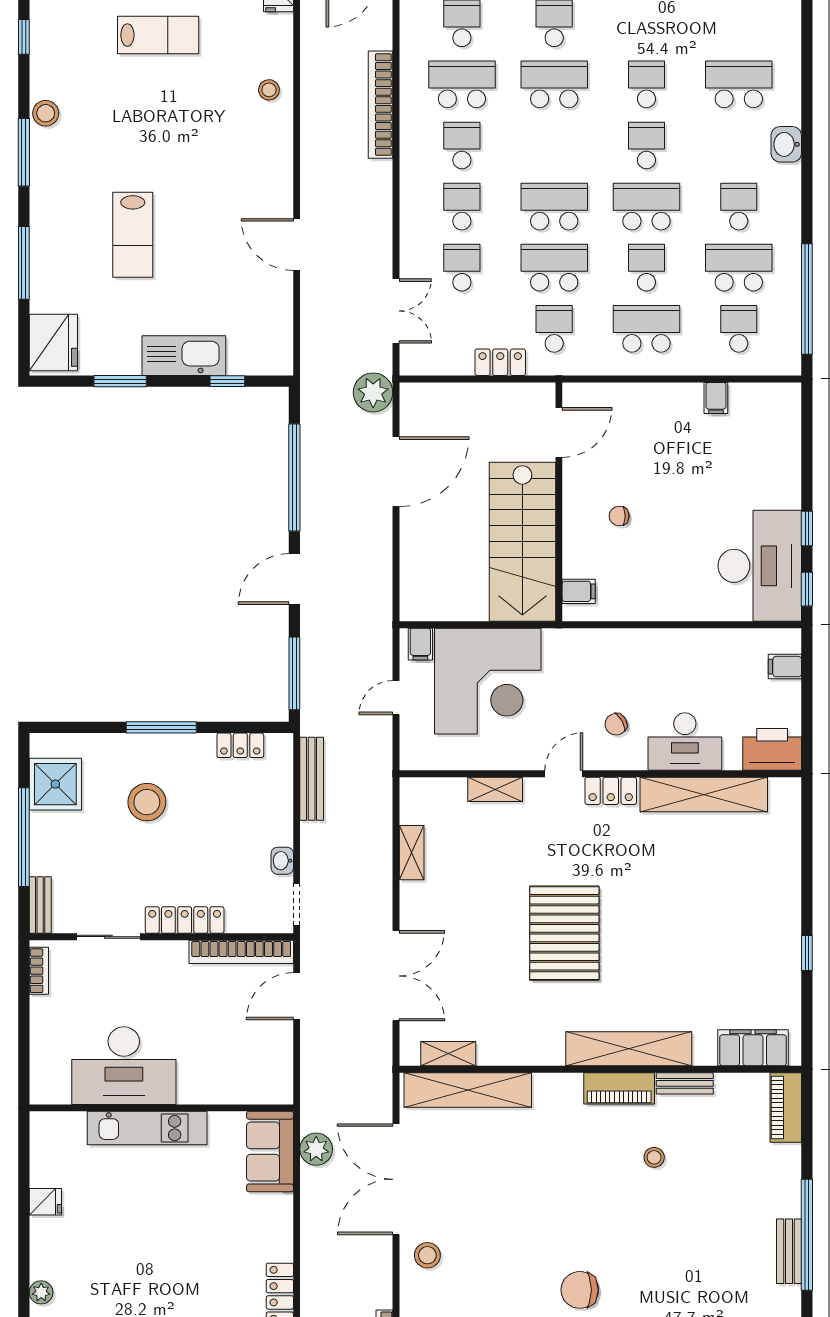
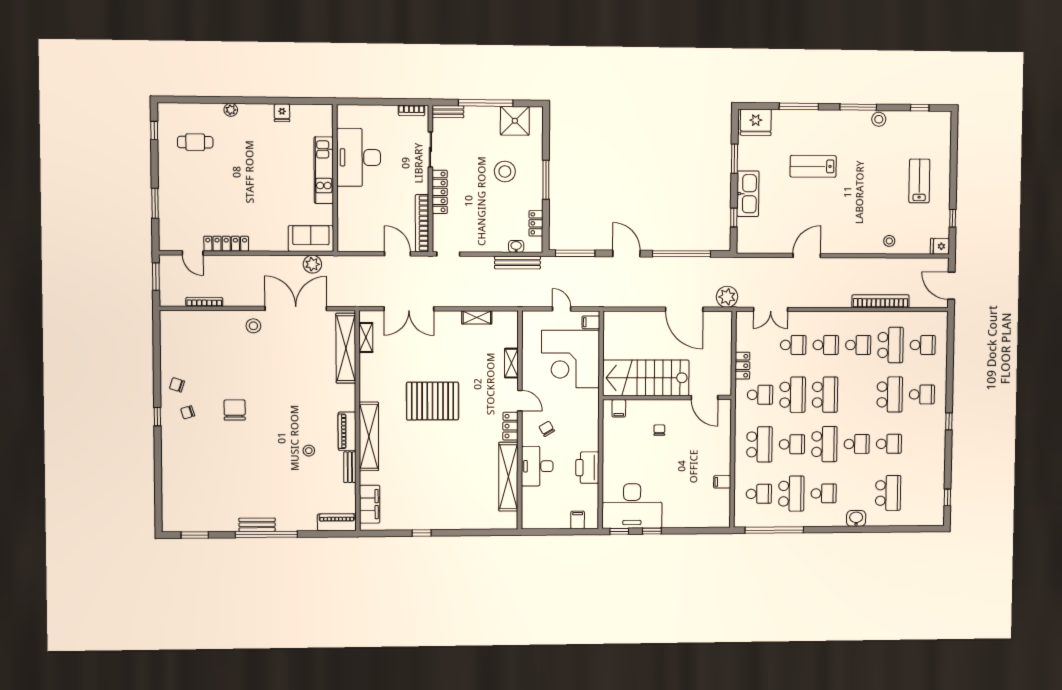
lab bench: (158, 35) -> (919, 181), turned 180
printer: (772, 749) -> (587, 468), moved, turned 180
washbasin: (282, 861) -> (516, 246), moved

